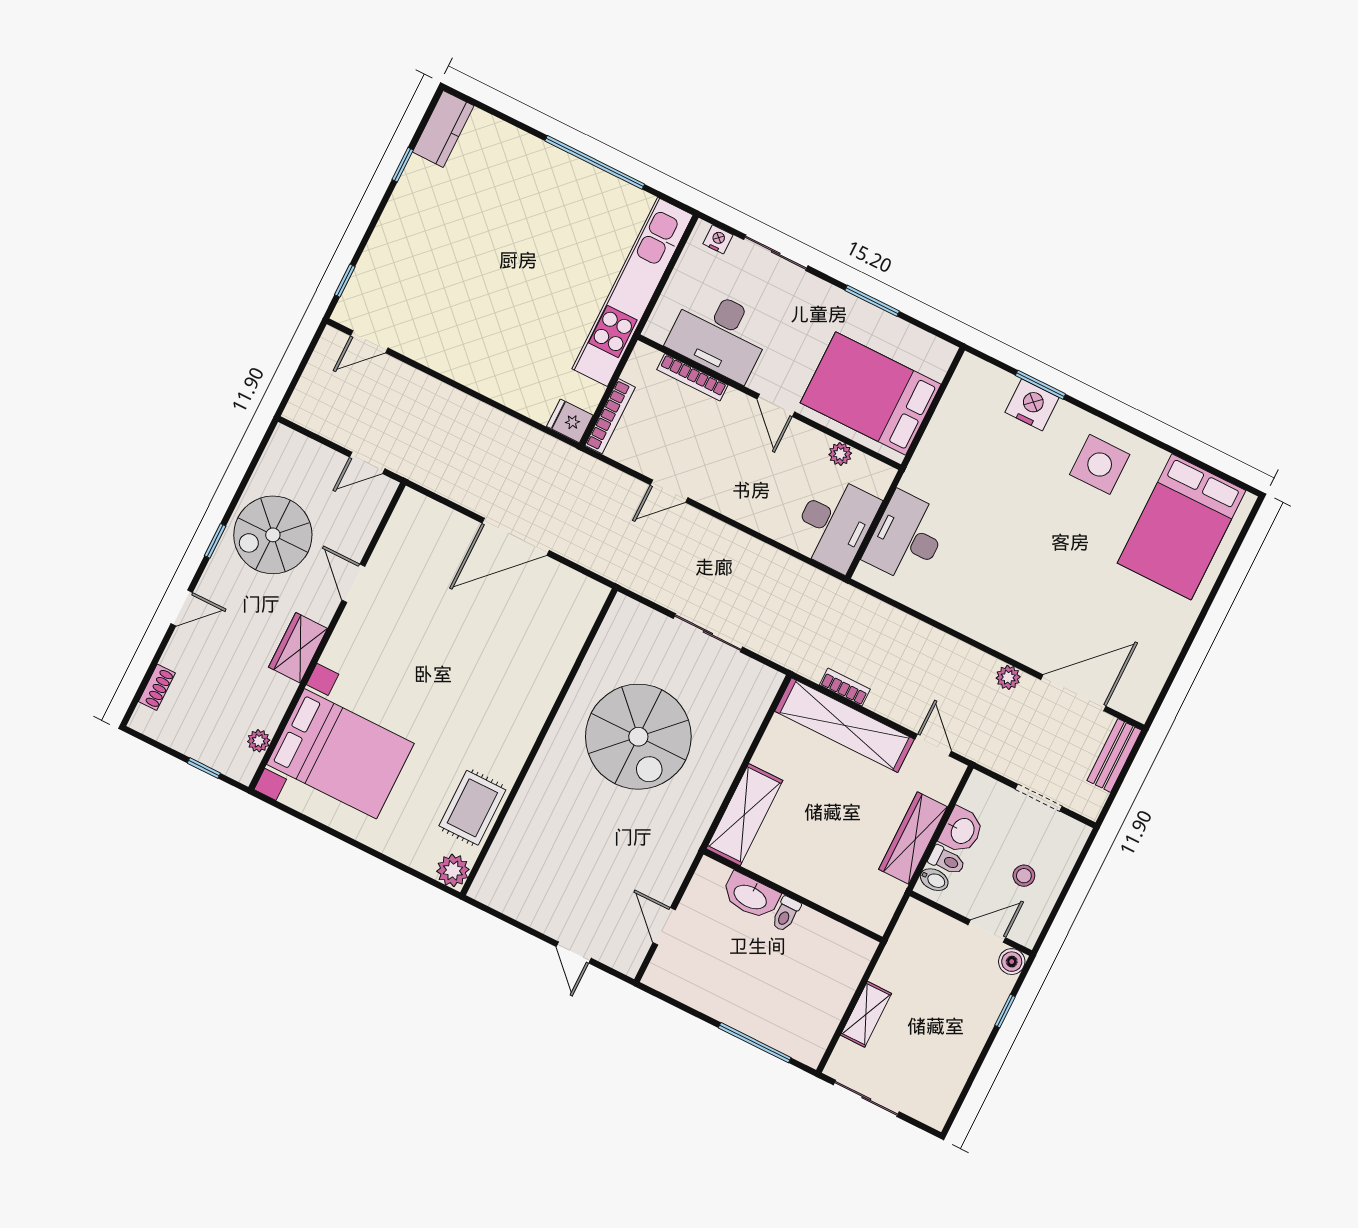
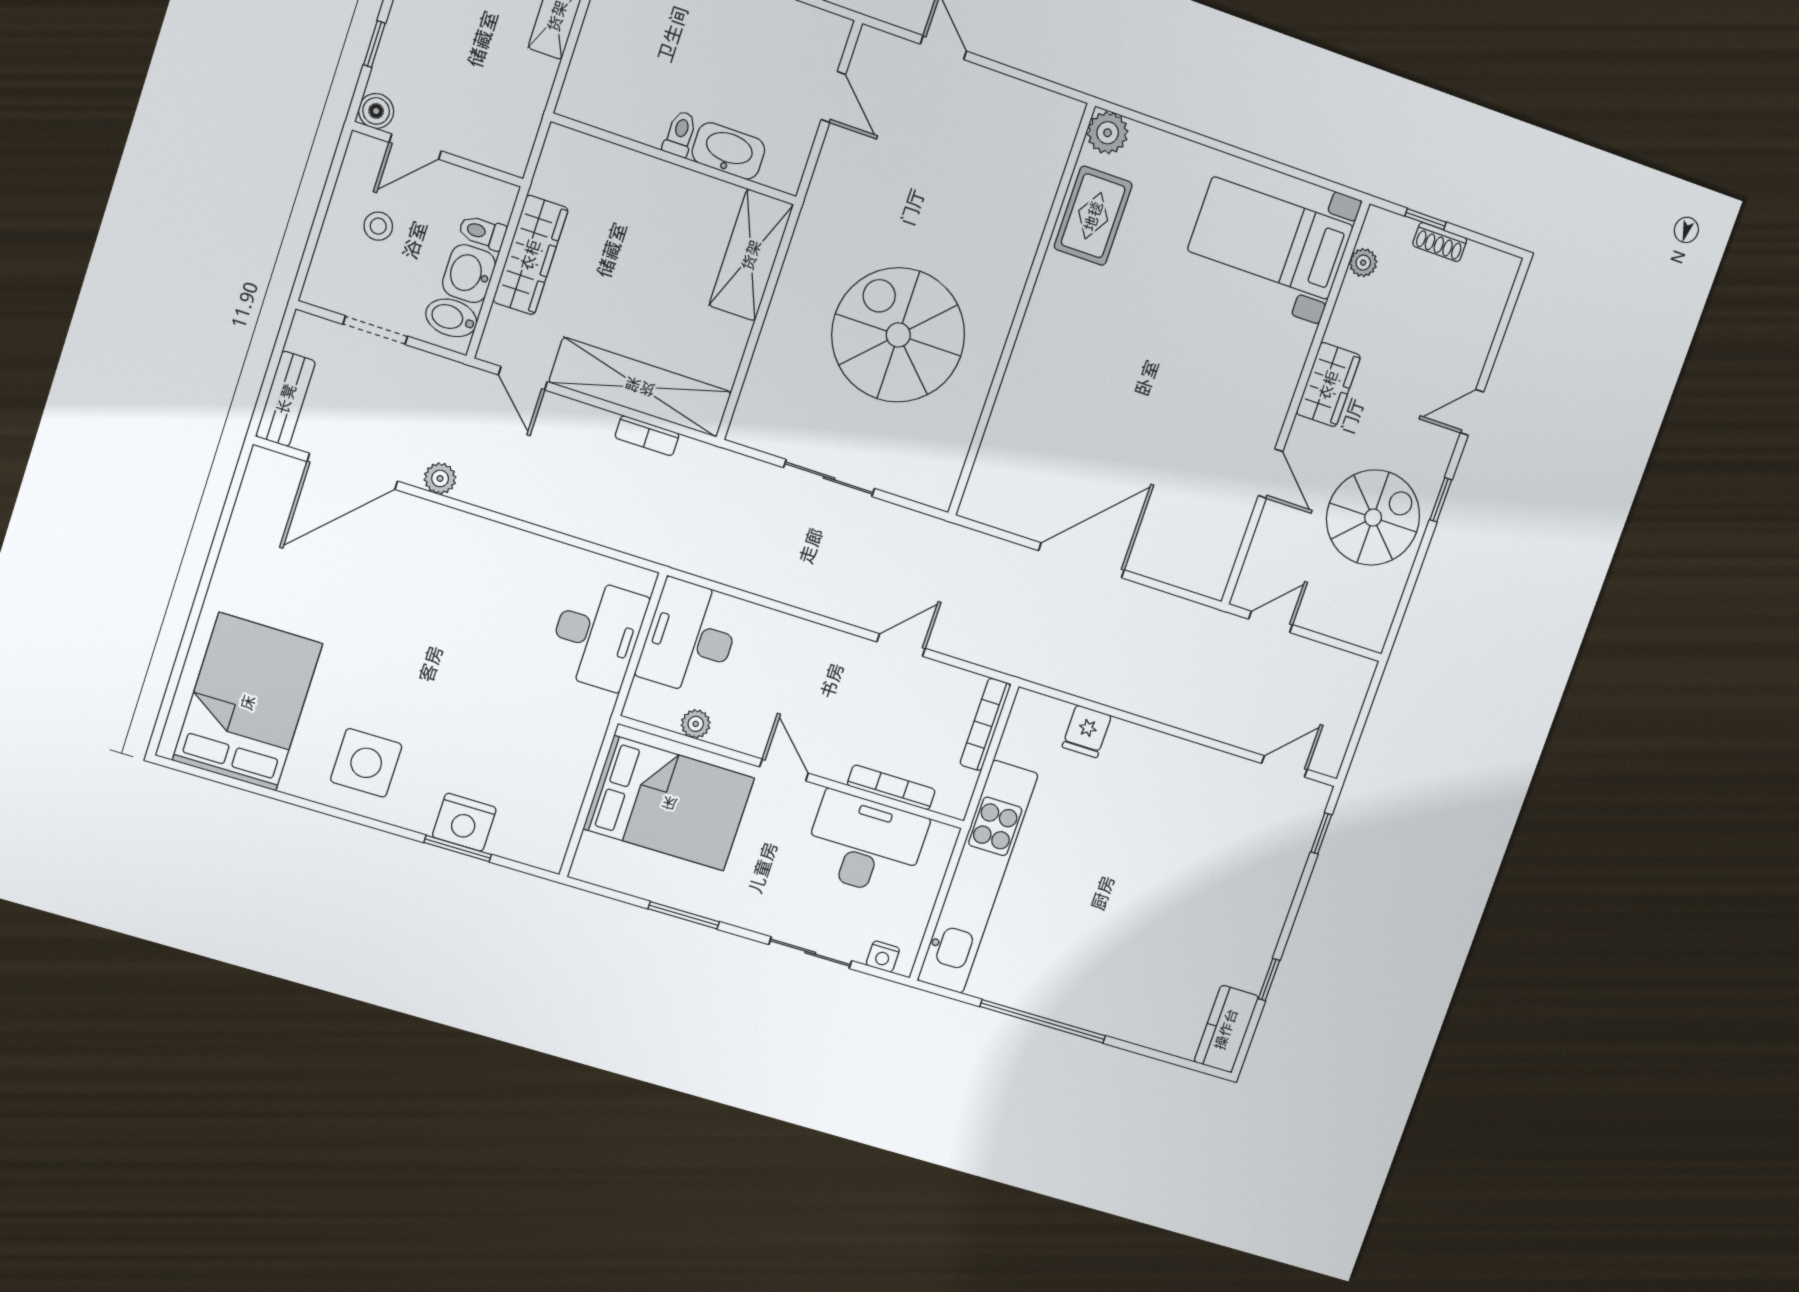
fridge: (570, 421) -> (1087, 731), moved, turned 90
shoe rack: (157, 687) -> (1440, 242), moved, turned -90
bed with nightstands: (340, 754) -> (1270, 238), width x0.73
bidet: (934, 880) -> (451, 318), moved, width x1.38, depth x1.36

